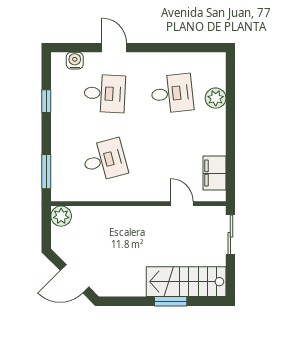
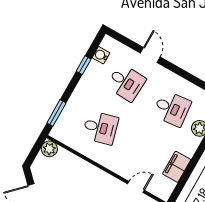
water cooler: (75, 61) -> (101, 55), moved, turned -90
filing cabinet: (214, 173) -> (177, 167), moved
door: (182, 204) -> (136, 187), hinge flipped

